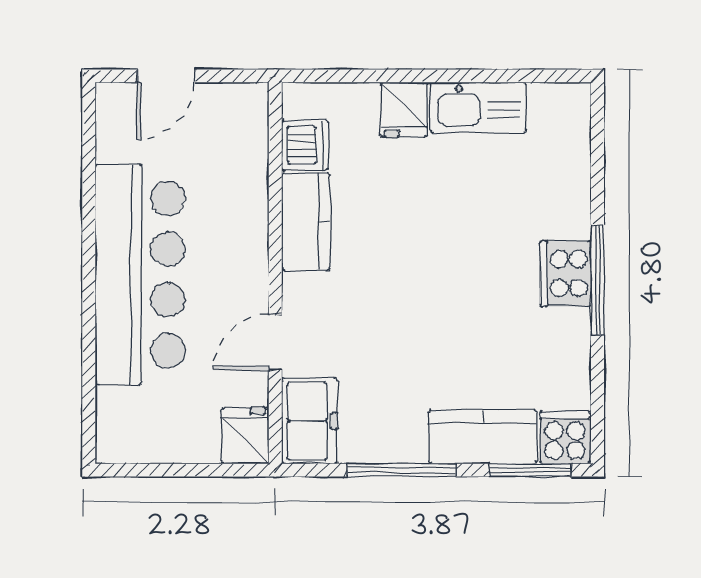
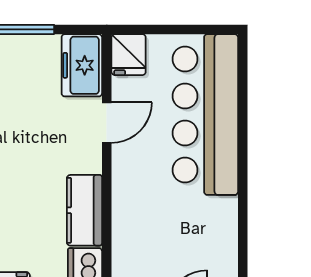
bar counter: (140, 274) -> (205, 115), moved

